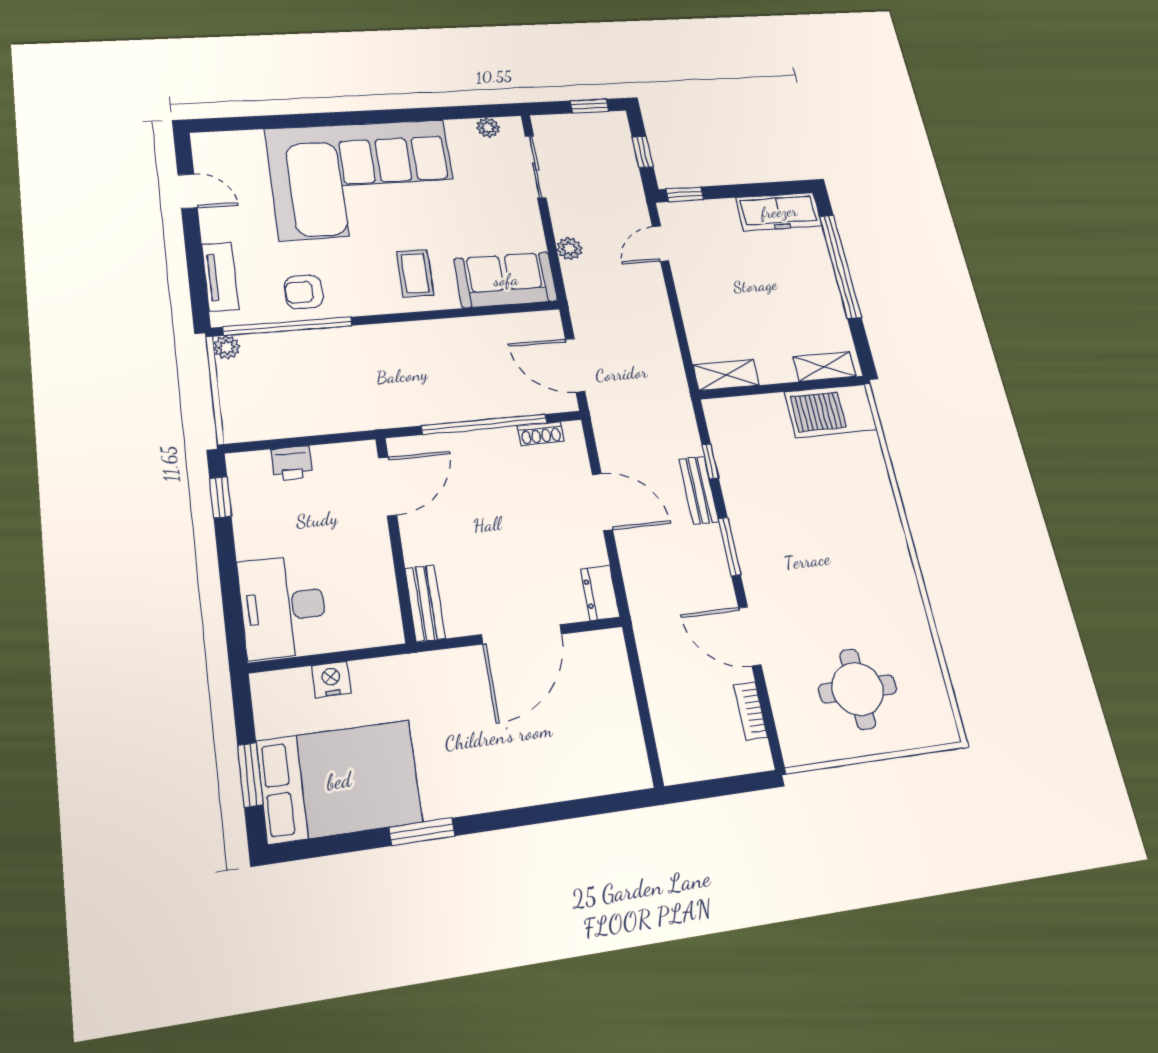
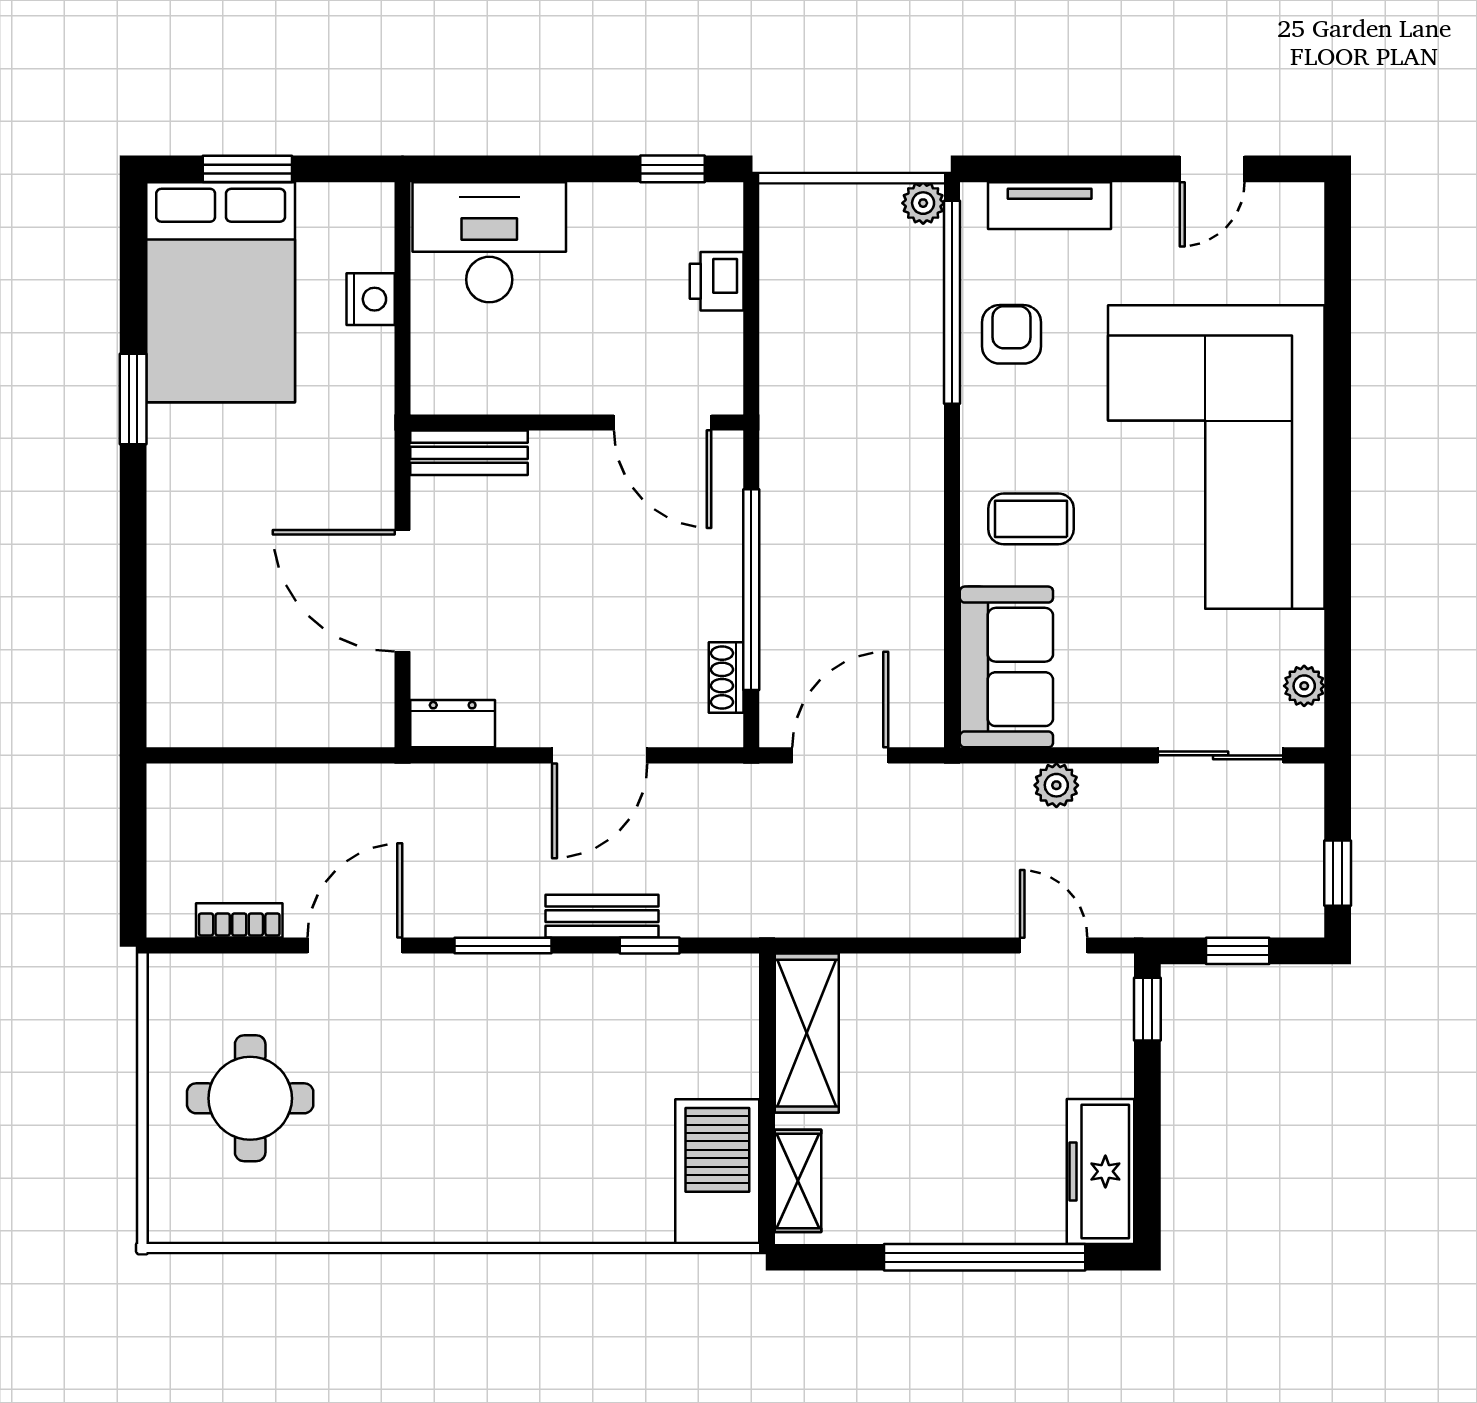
shelving: (726, 375) -> (807, 1033), width x1.50, depth x1.33

